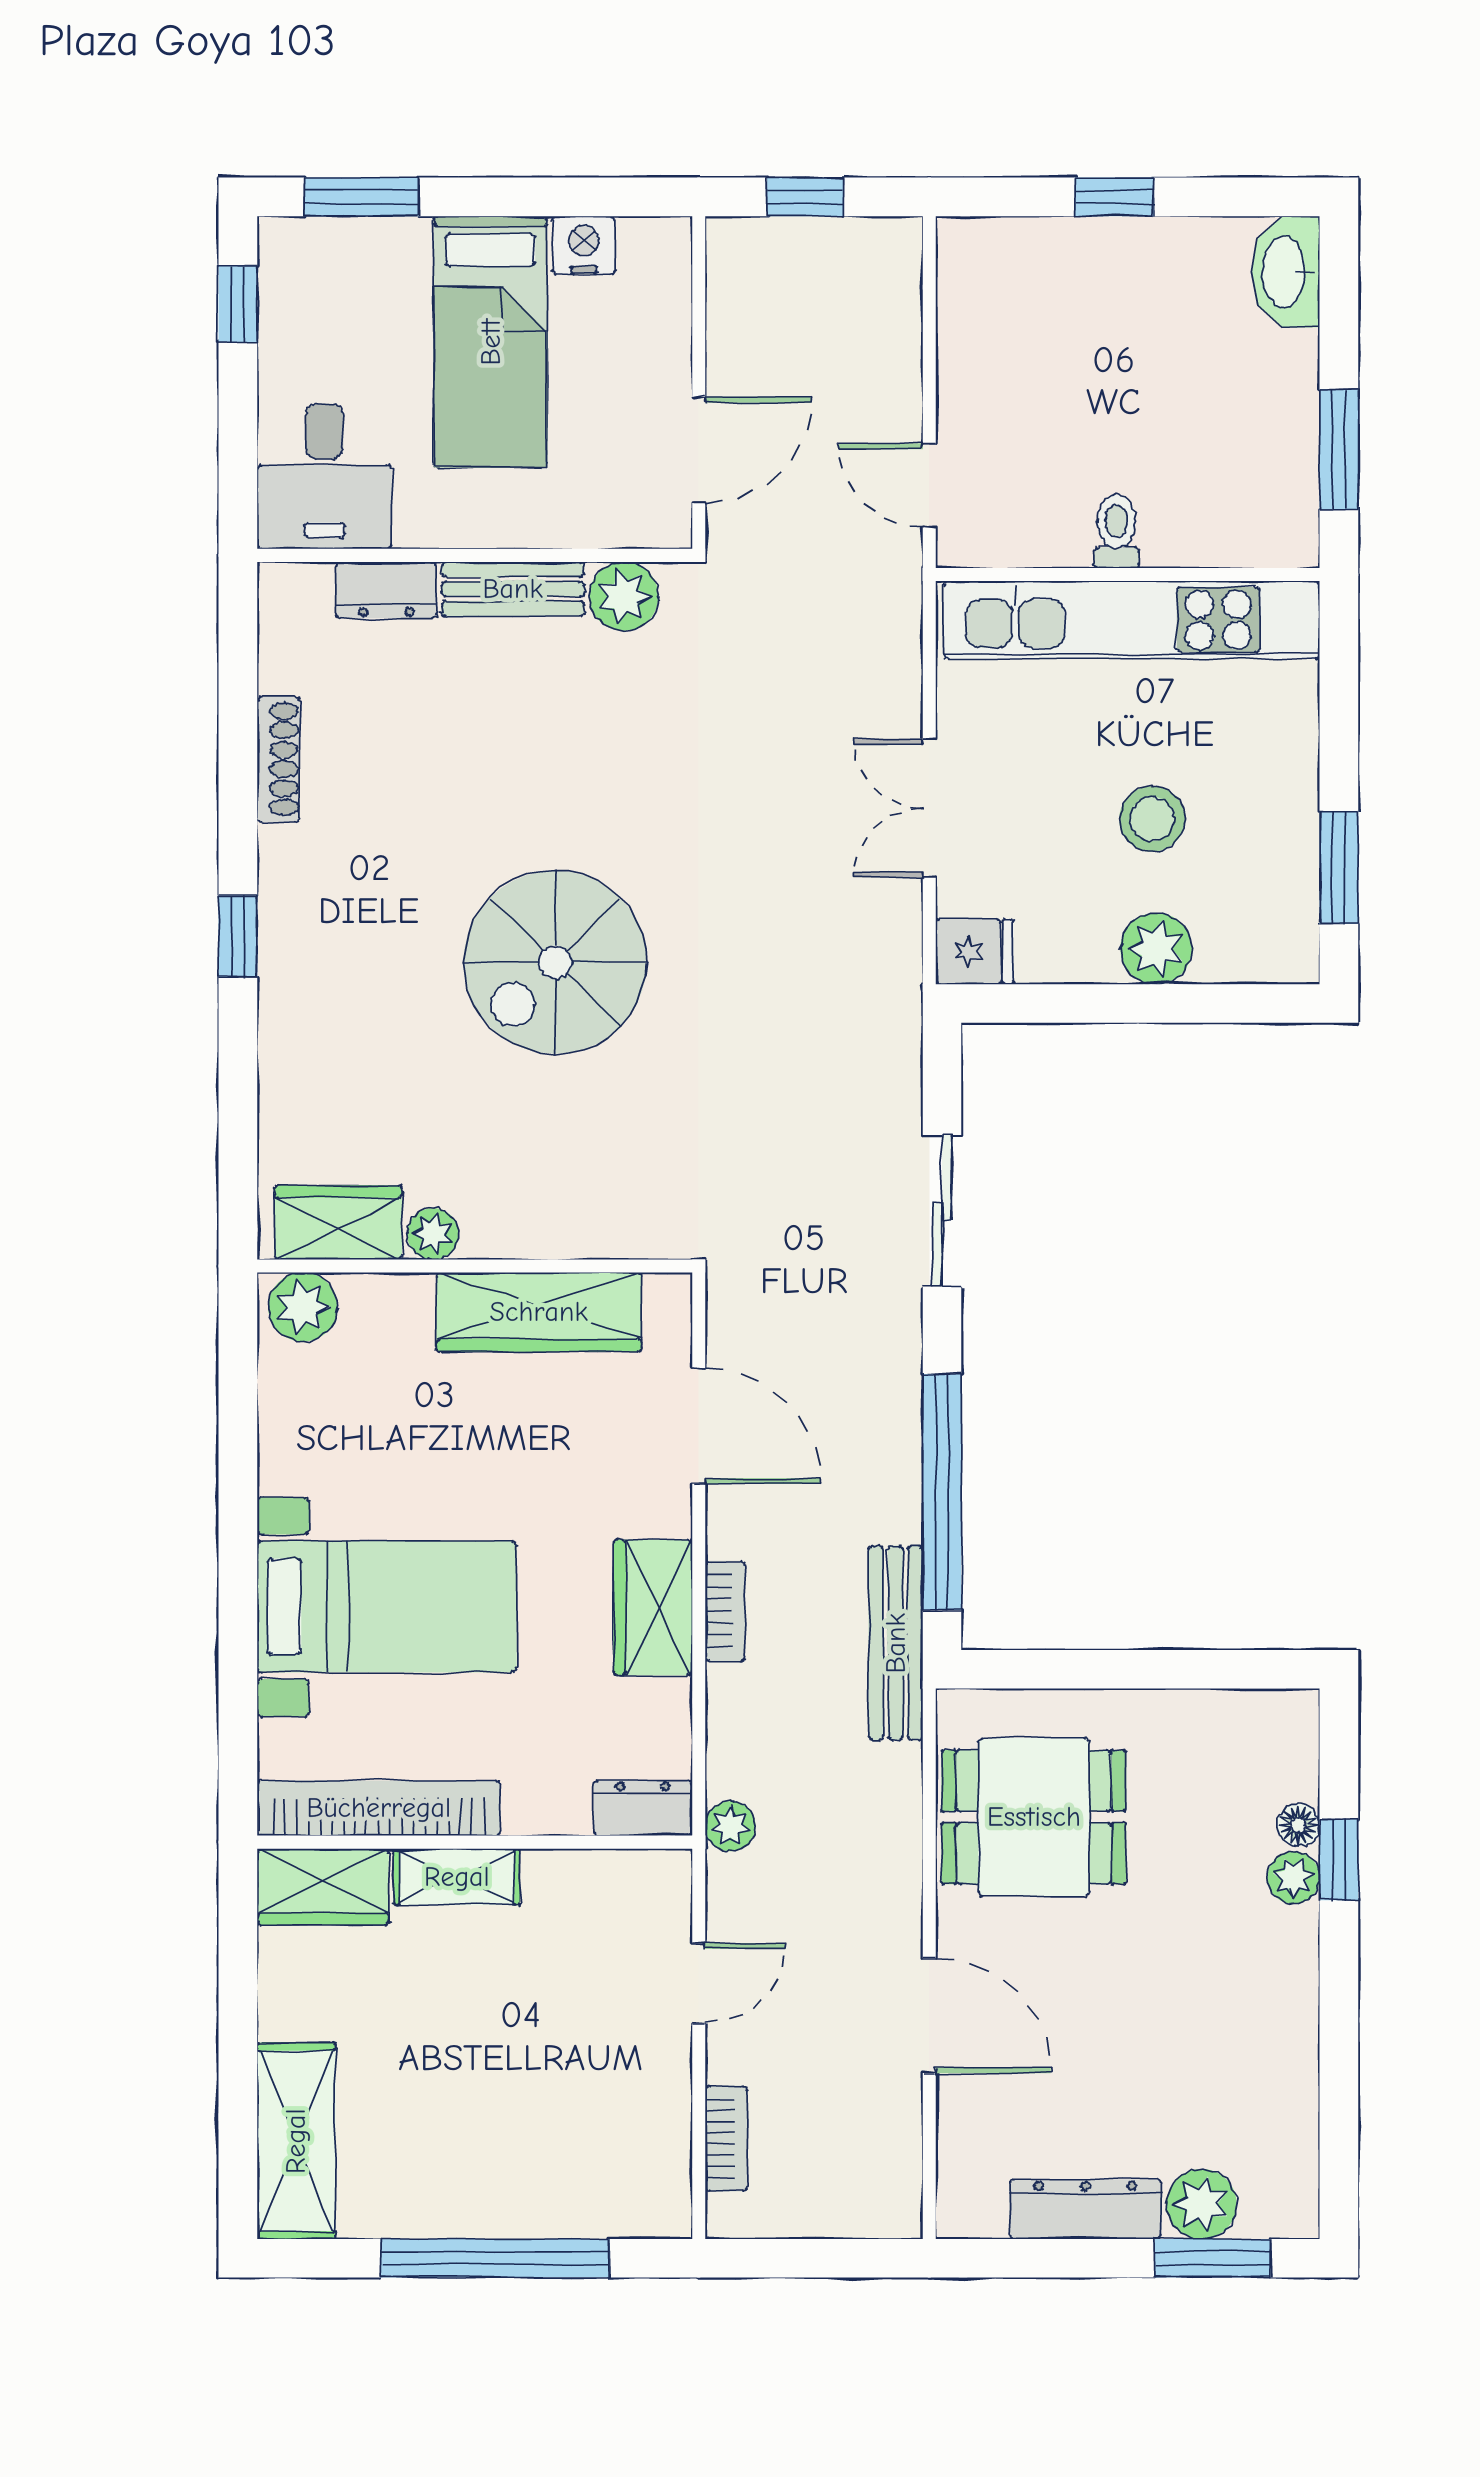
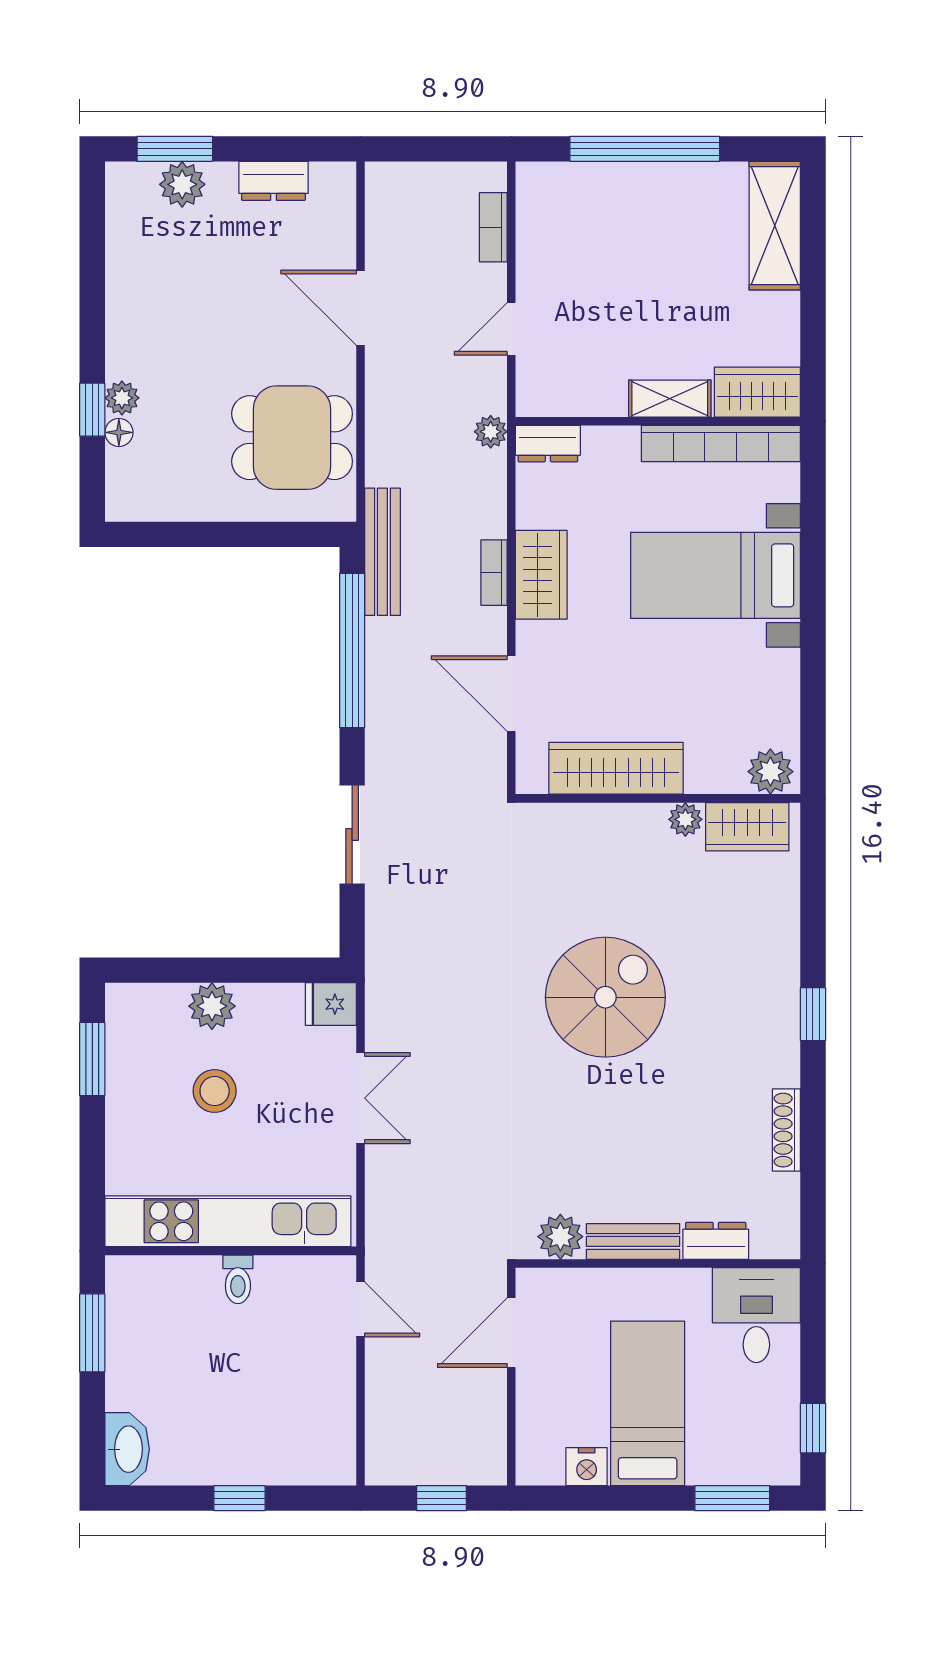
dresser: (1085, 2209) -> (273, 181), width x0.70

